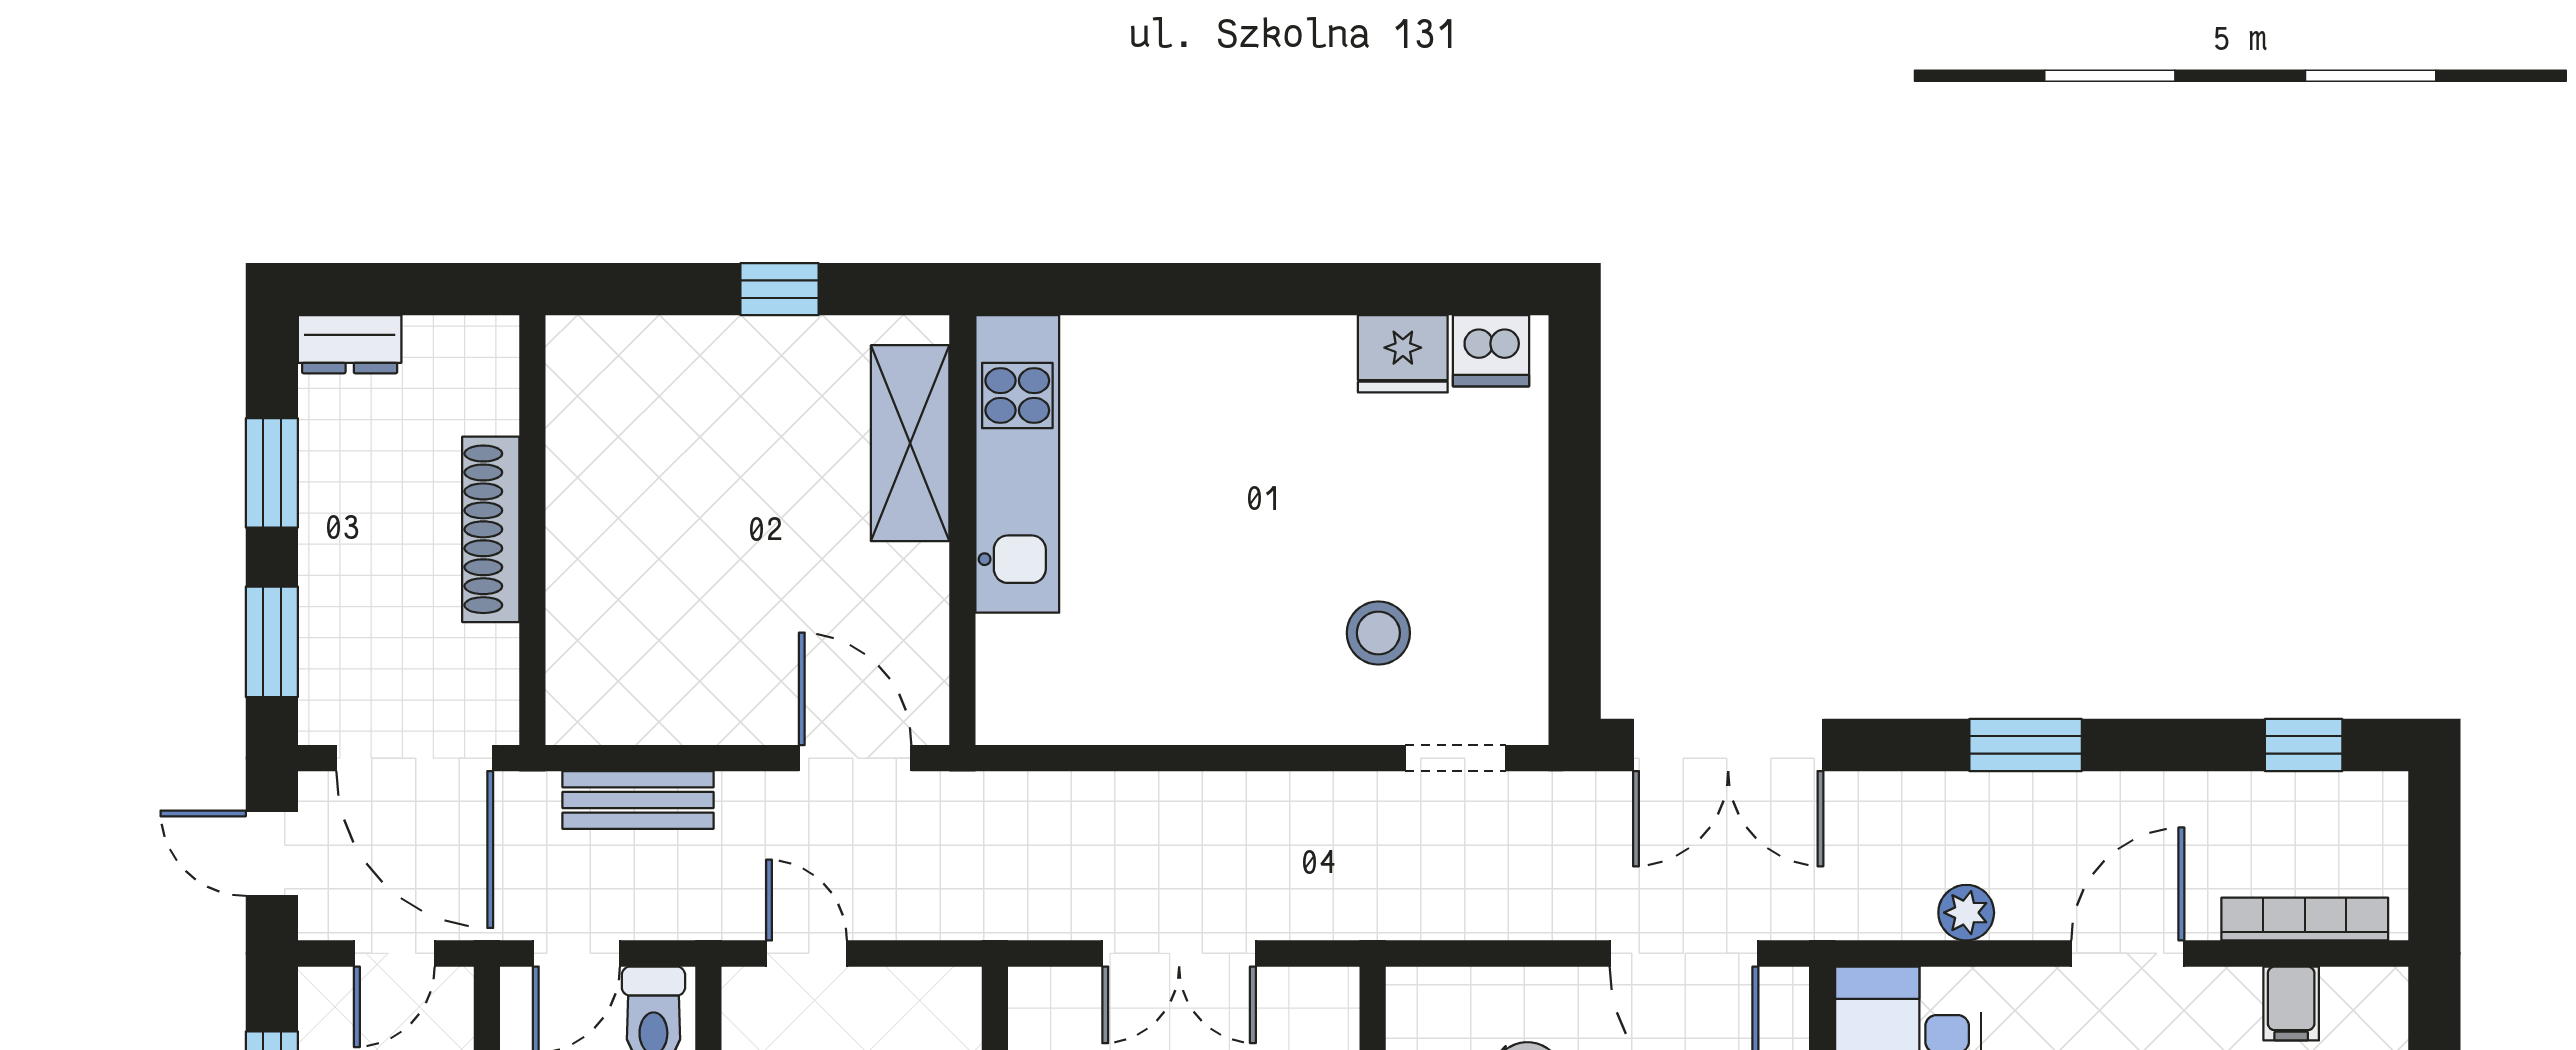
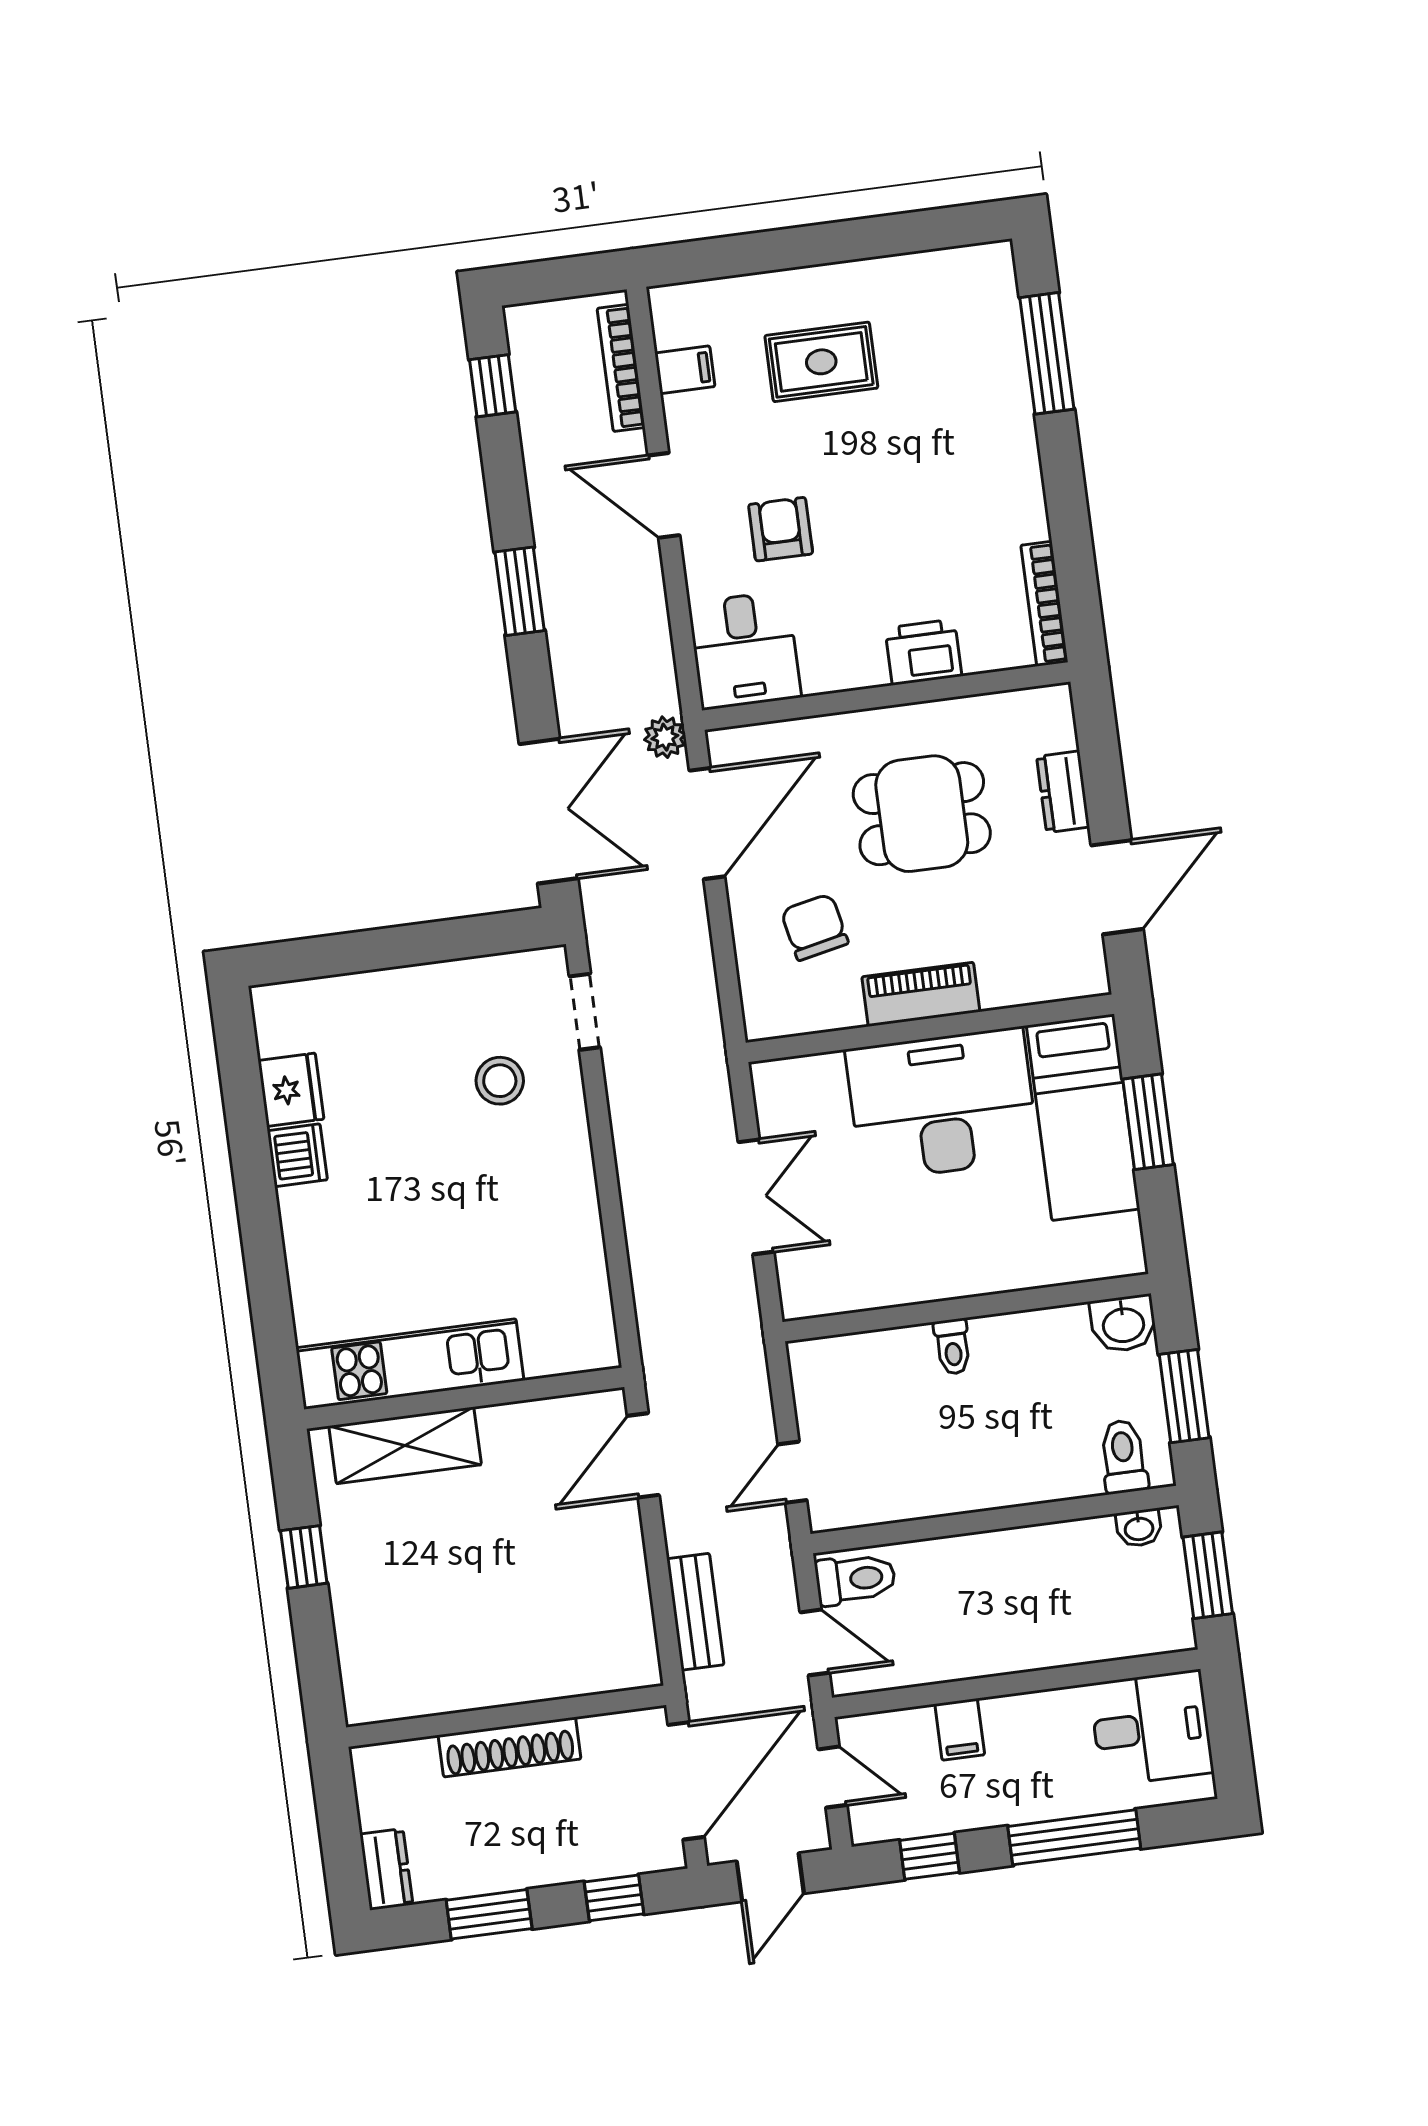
dishwasher: (1491, 351) -> (297, 1155), moved
window: (272, 642) -> (614, 1898), width x0.67
plant: (1966, 913) -> (665, 737), moved

